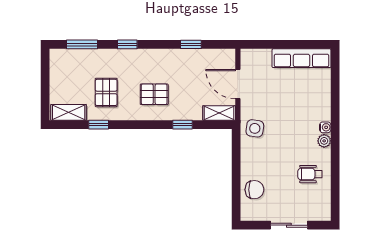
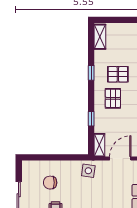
pallet: (106, 92) -> (118, 74), moved
window: (99, 125) -> (91, 73), moved
chair: (254, 190) -> (50, 183), moved, turned 90

